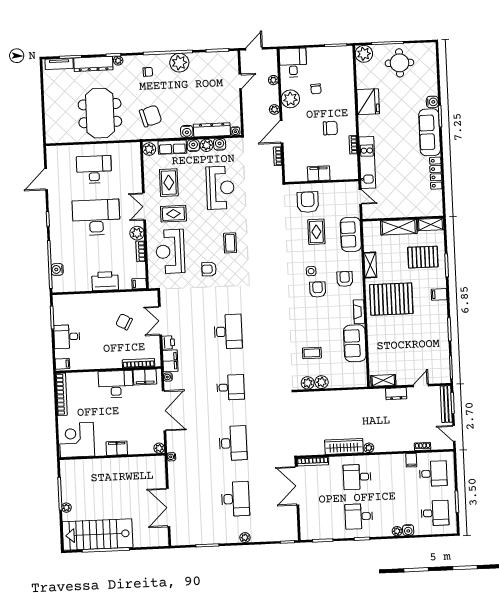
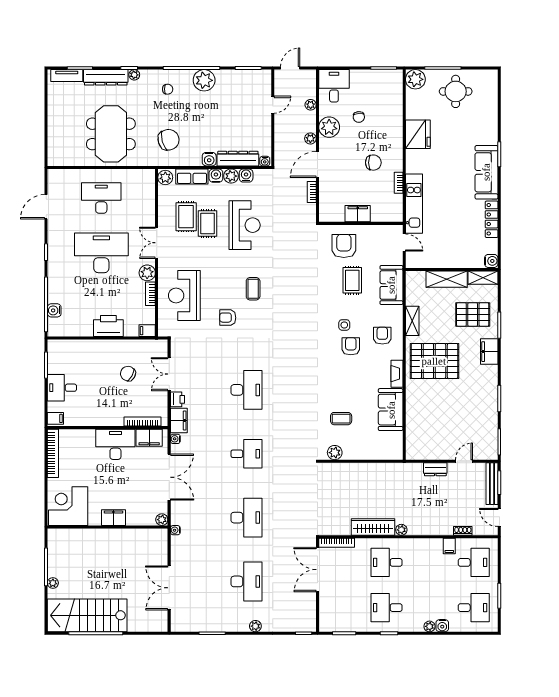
water cooler: (432, 102) -> (491, 261), moved
rug: (173, 214) -> (208, 224), moved, turned 90
filing cabinet: (439, 294) -> (489, 352), width x2.00
shelving: (383, 380) -> (421, 454), removed
plant: (321, 382) -> (351, 452), removed

